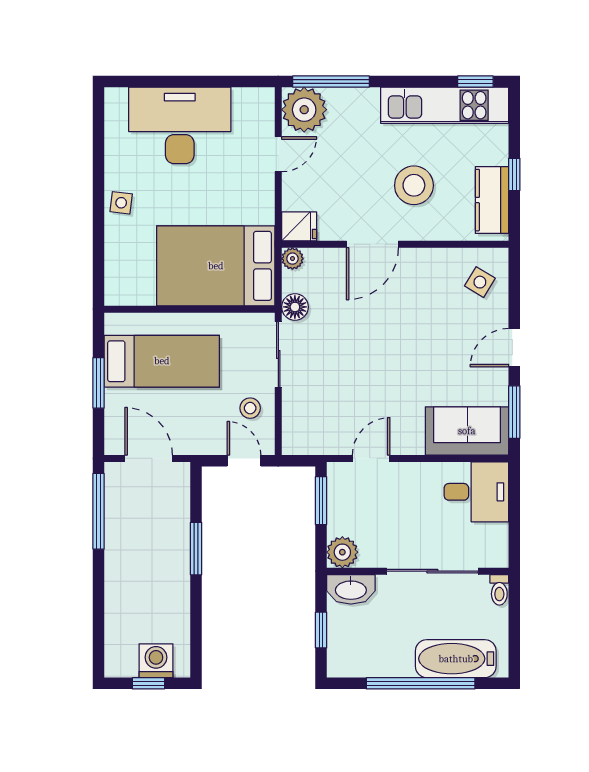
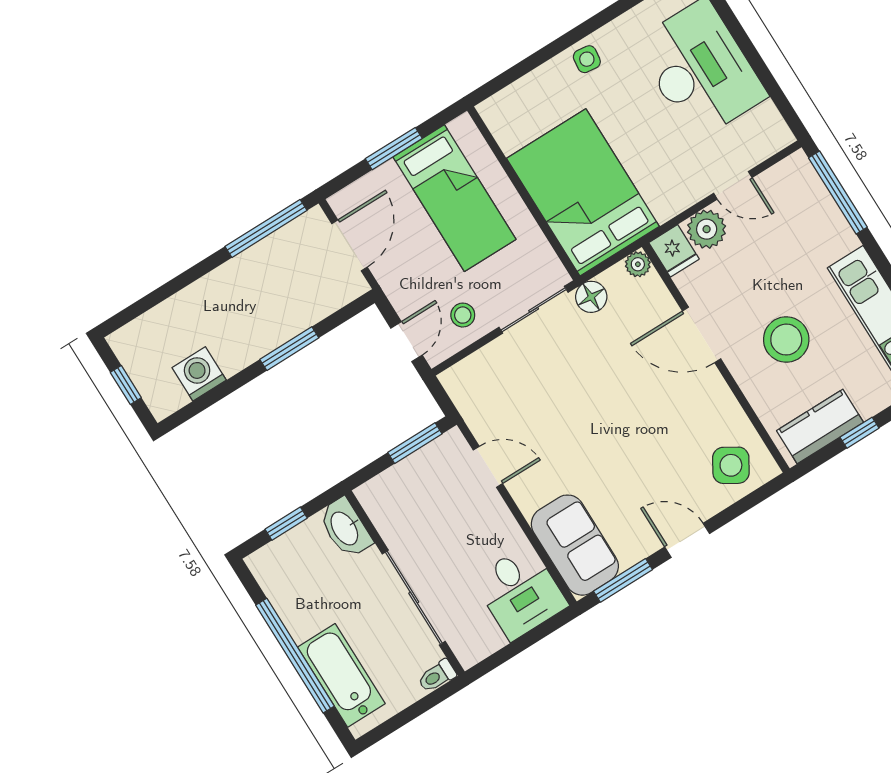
plant: (304, 110) -> (707, 229), moved, width x0.73, depth x0.73
side table: (480, 282) -> (731, 465), width x1.37, depth x1.37
plant: (342, 552) -> (377, 496), removed
washing machine: (156, 661) -> (199, 374), moved, turned -90

